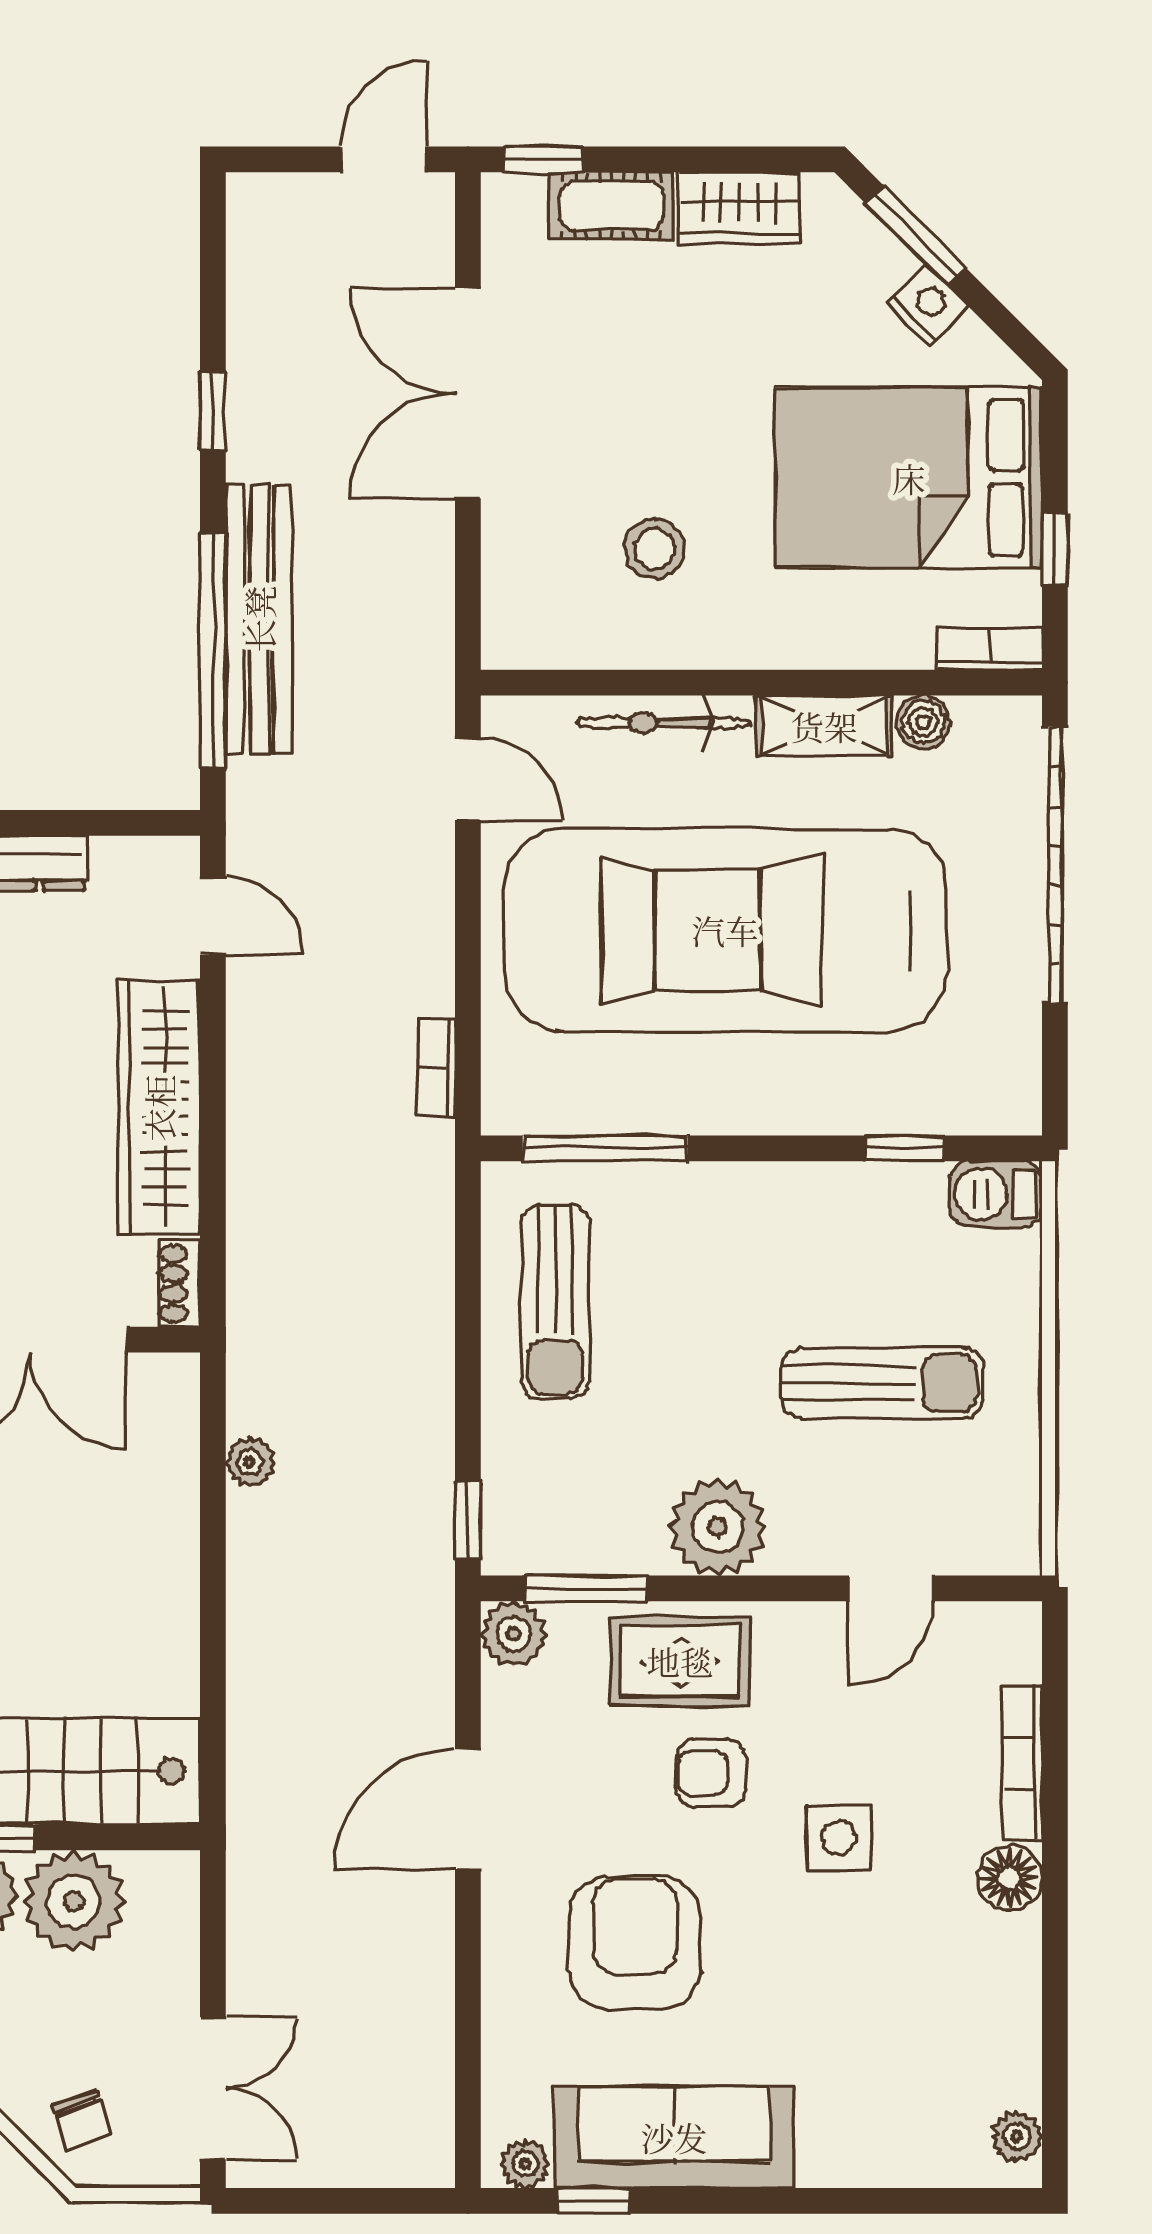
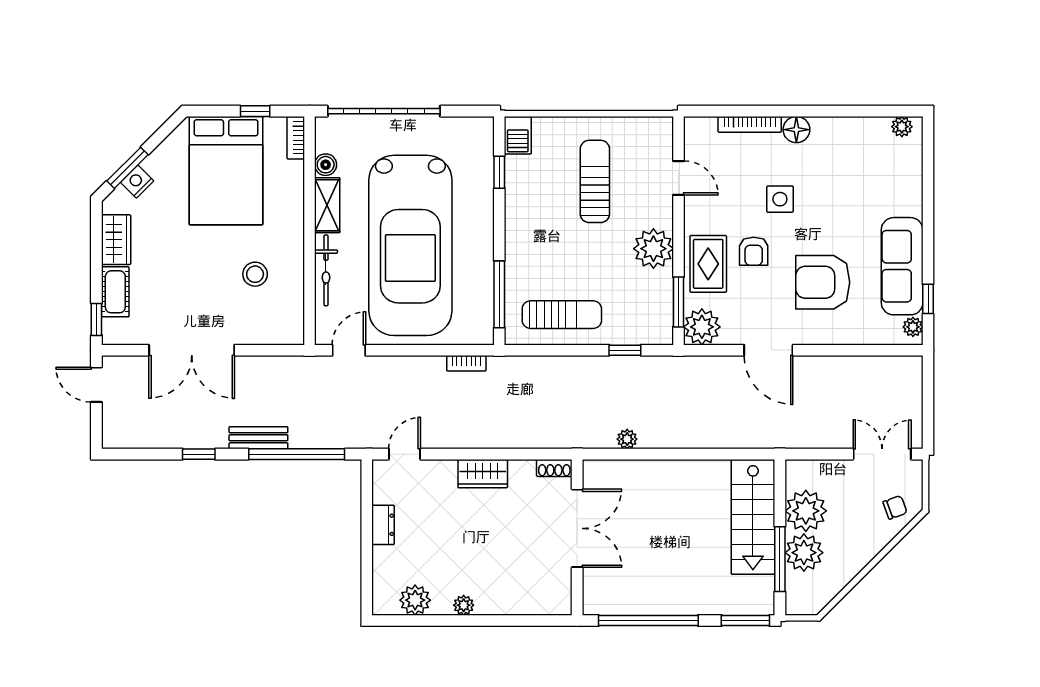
nightstand: (927, 305) -> (137, 182), moved
bench: (259, 619) -> (258, 438), width x0.54, depth x0.82
wardrobe: (159, 1108) -> (483, 474), width x0.48, depth x0.85
window: (468, 1521) -> (625, 350), moved
plant: (513, 1634) -> (702, 327), width x1.36, depth x1.36

